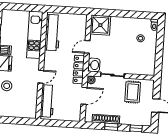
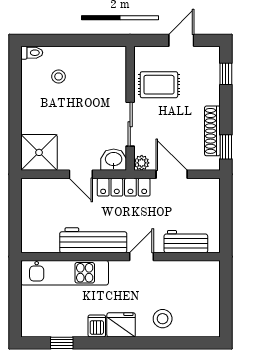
workbench: (52, 33) -> (93, 240), moved
door: (41, 77) -> (142, 257), hinge flipped
workbench: (47, 101) -> (186, 242), width x0.73
window: (111, 127) -> (226, 147), moved

